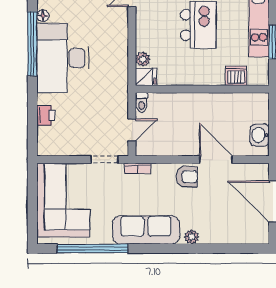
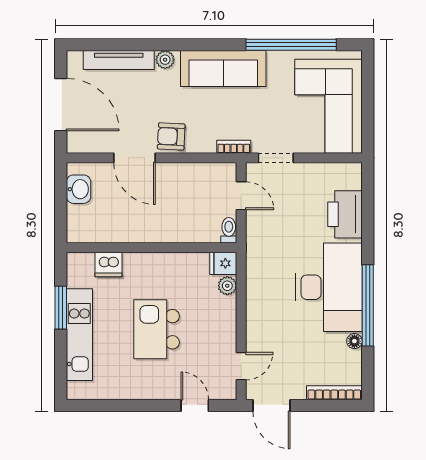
printer: (46, 115) -> (345, 214), width x1.87, depth x1.48
door: (132, 130) -> (241, 196), swing flipped
tv unit: (228, 237) -> (119, 60), added

